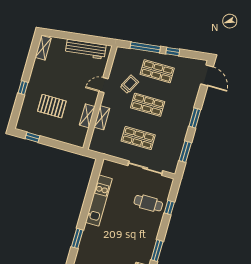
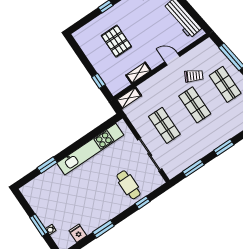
shelving: (102, 118) -> (129, 98), moved
window: (32, 137) -> (98, 81), moved
kitchen unit: (99, 201) -> (90, 149), width x1.36

